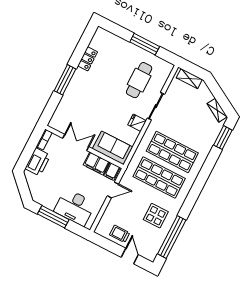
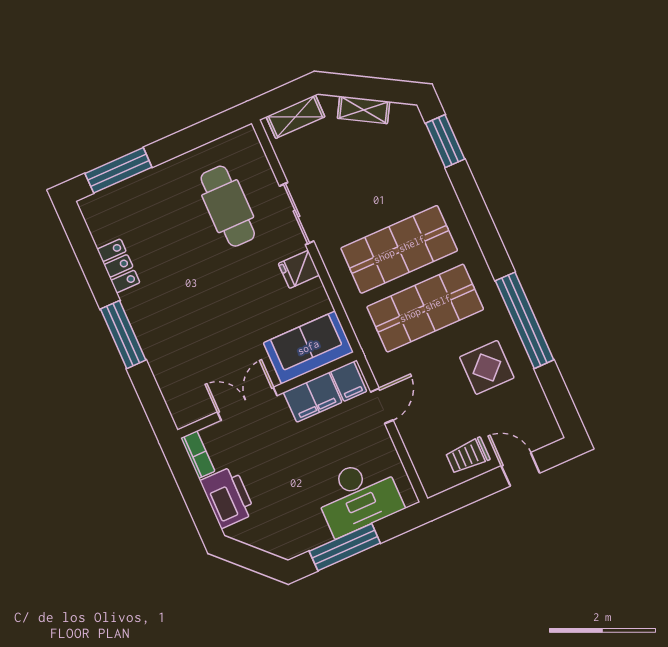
window: (145, 44) -> (118, 170), moved
shelving: (217, 110) -> (364, 110), moved
window: (172, 237) -> (525, 320), moved

